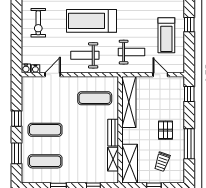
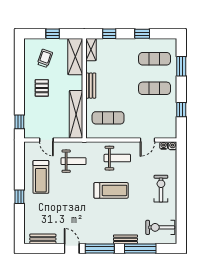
treadmill: (91, 21) -> (111, 190), width x0.73, depth x0.73
window: (189, 25) -> (19, 197), moved
treadmill: (166, 35) -> (41, 177), turned 180
weight bench: (132, 52) -> (74, 161), turned 180
window: (17, 119) -> (181, 110), moved
window: (189, 144) -> (19, 75), removed
shelving: (113, 159) -> (91, 50), moved

